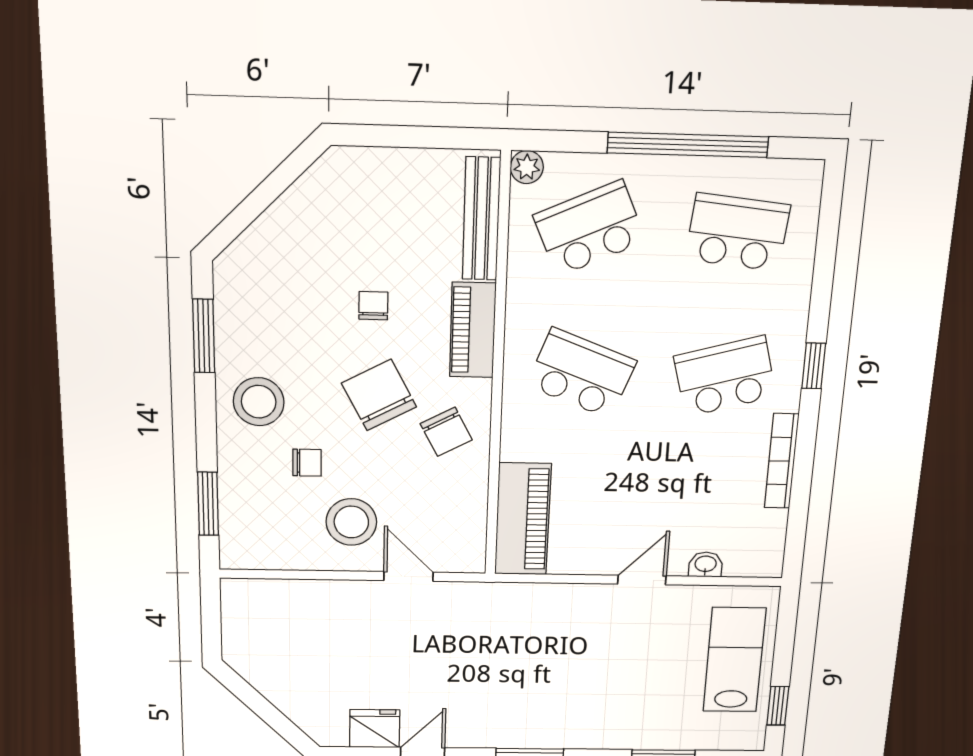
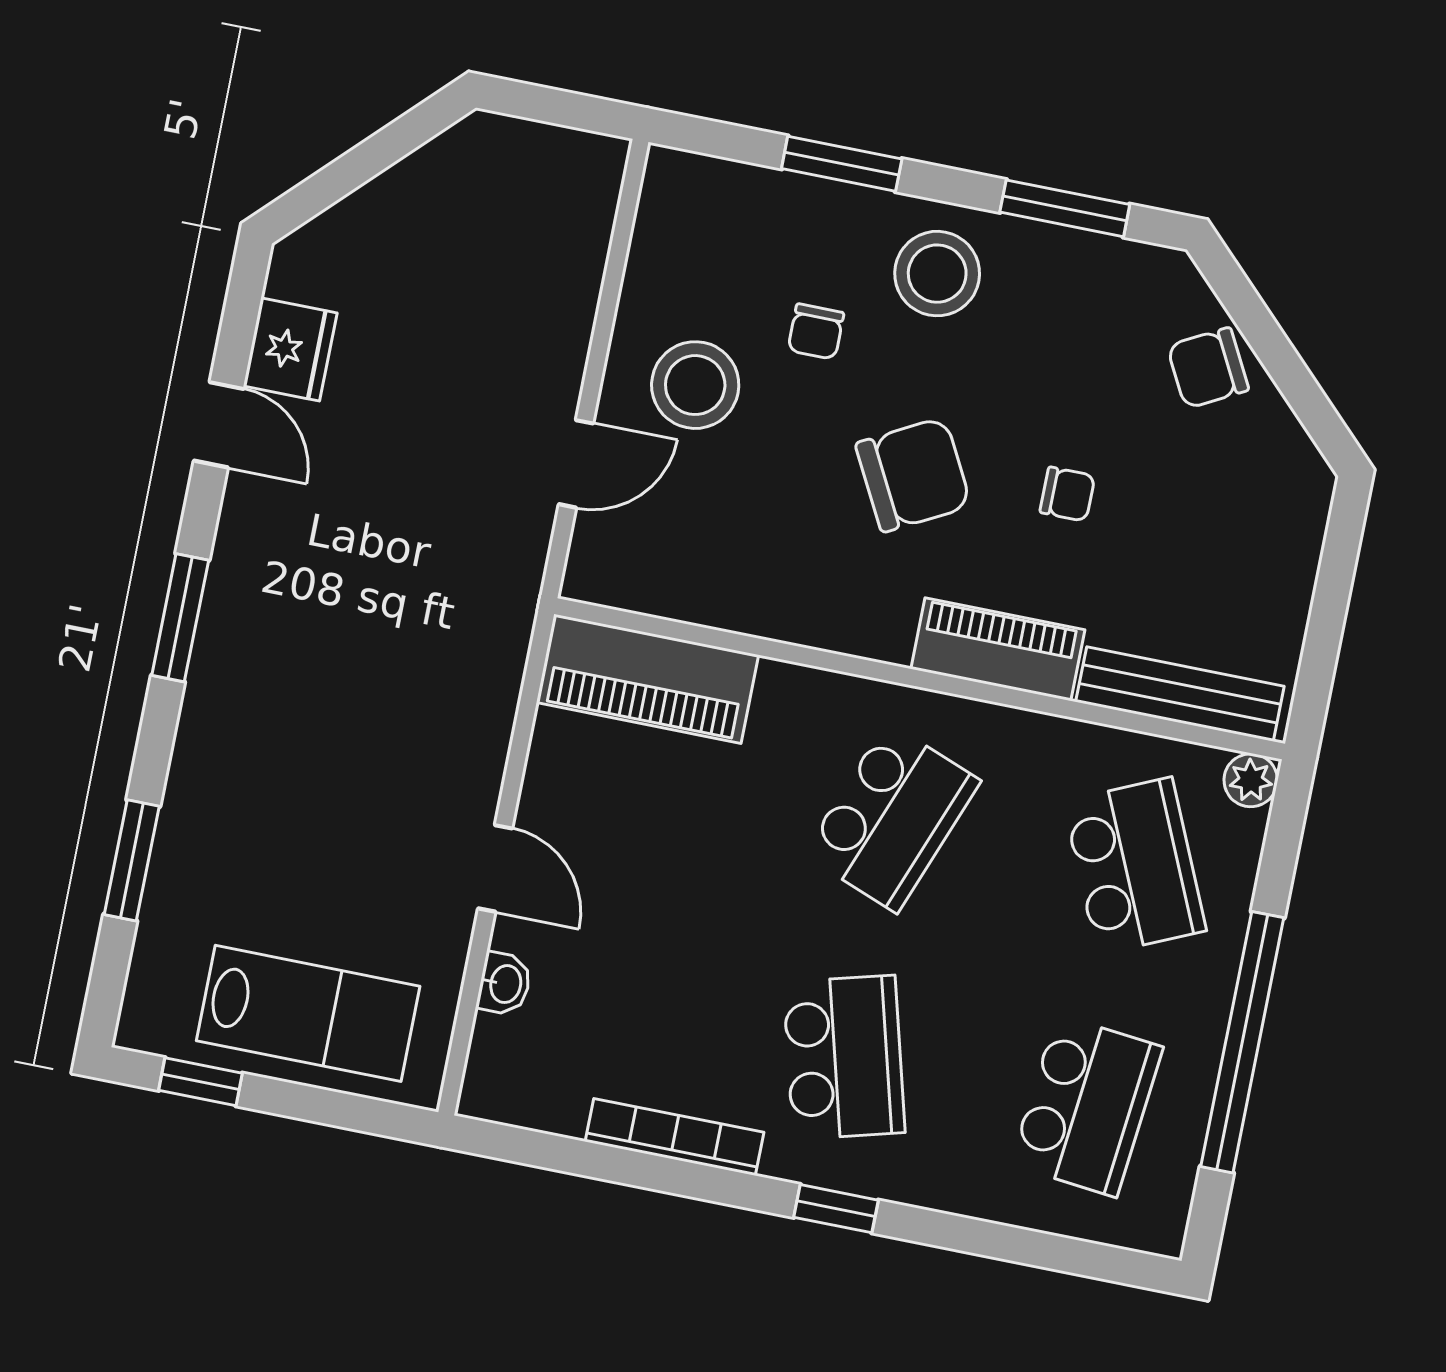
chair: (446, 432) -> (1208, 368), moved
window: (208, 504) -> (842, 164), moved

